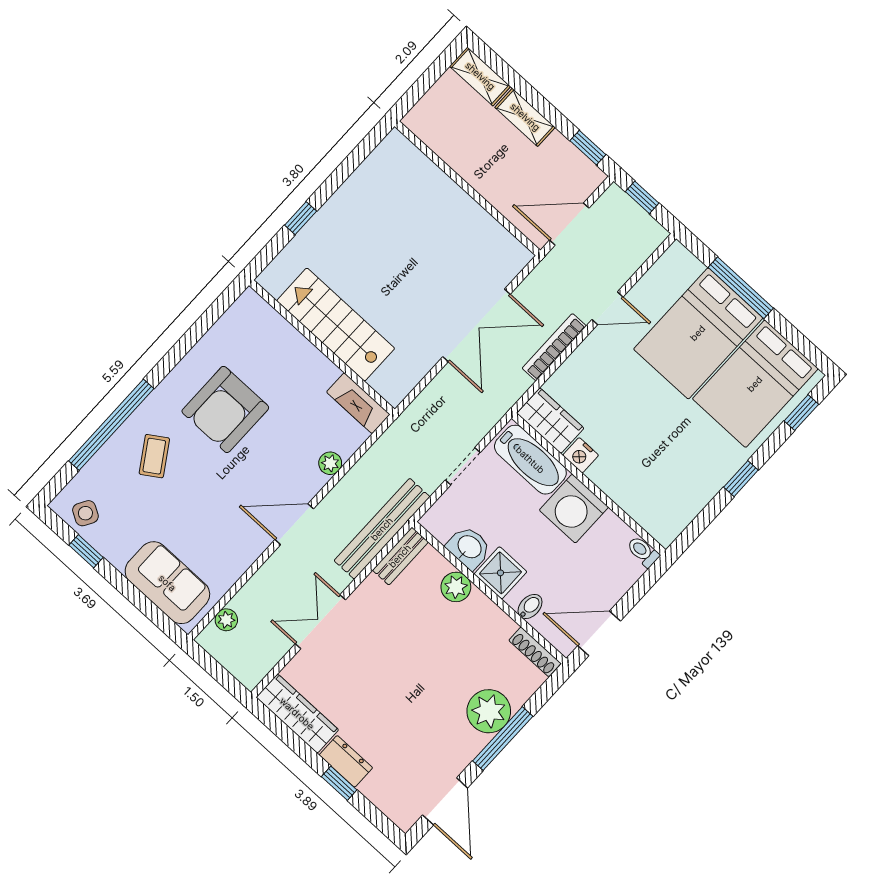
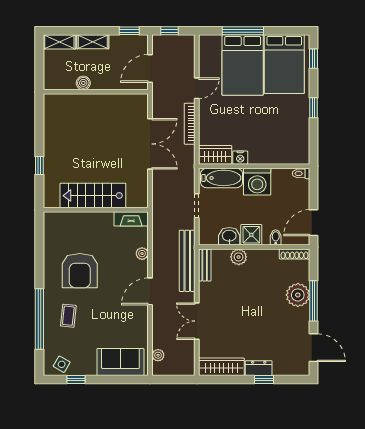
boiler: (462, 161) -> (83, 83), added
coffee table: (154, 456) -> (68, 316), turned 39

